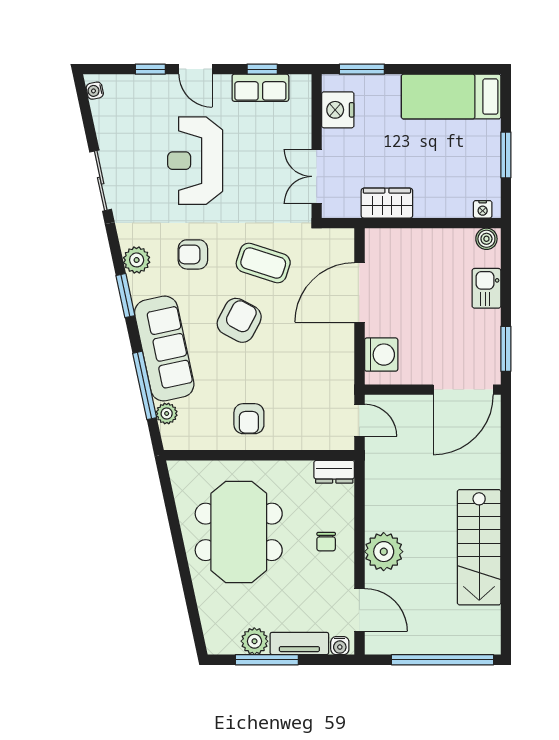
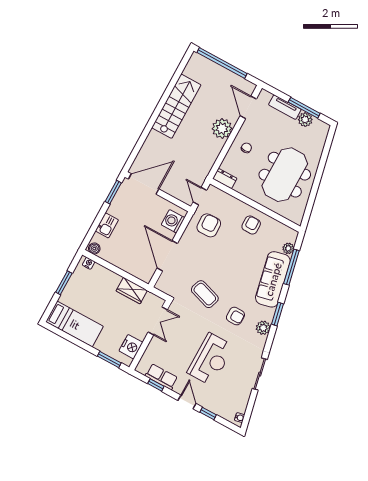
door: (359, 292) -> (167, 256), swing flipped
armchair: (239, 320) -> (209, 225), moved, turned 150
water cooler: (340, 646) -> (266, 96), removed

